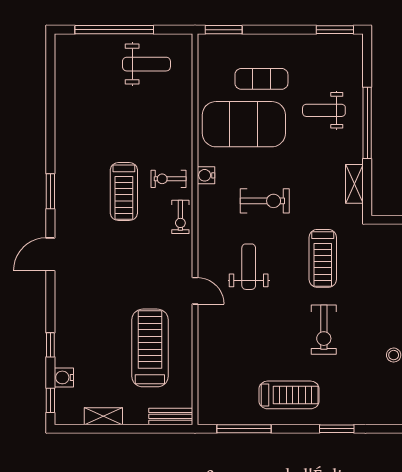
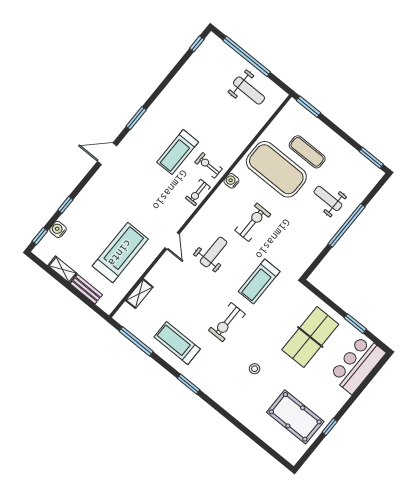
window: (50, 60) -> (197, 44), added
shelving: (354, 184) -> (139, 294), moved
exercise bike: (265, 201) -> (253, 222), turned -90
treadmill: (289, 395) -> (177, 343), turned 180
bench: (171, 416) -> (86, 289), moved

